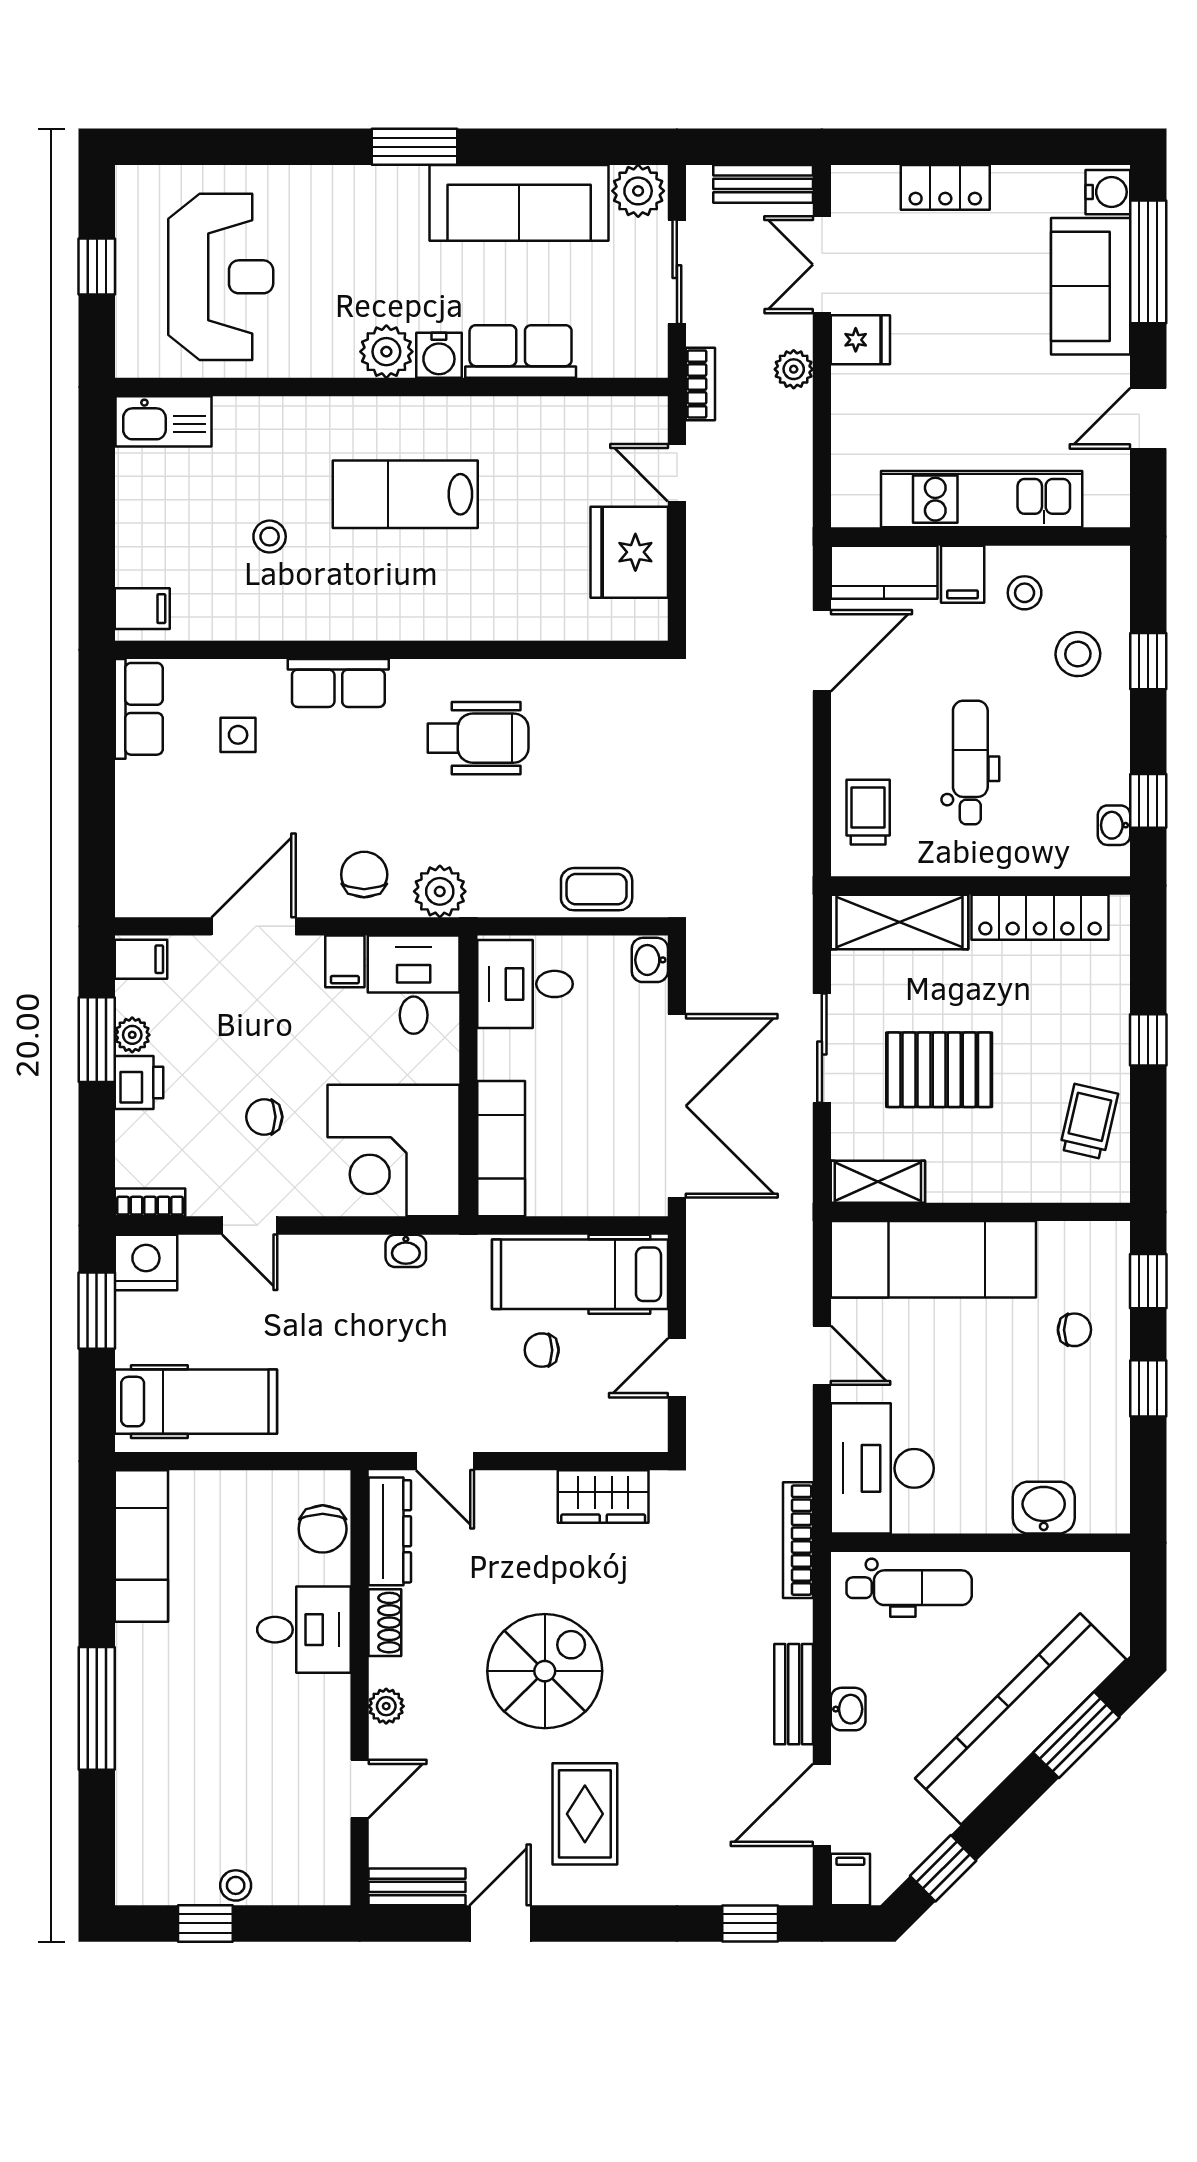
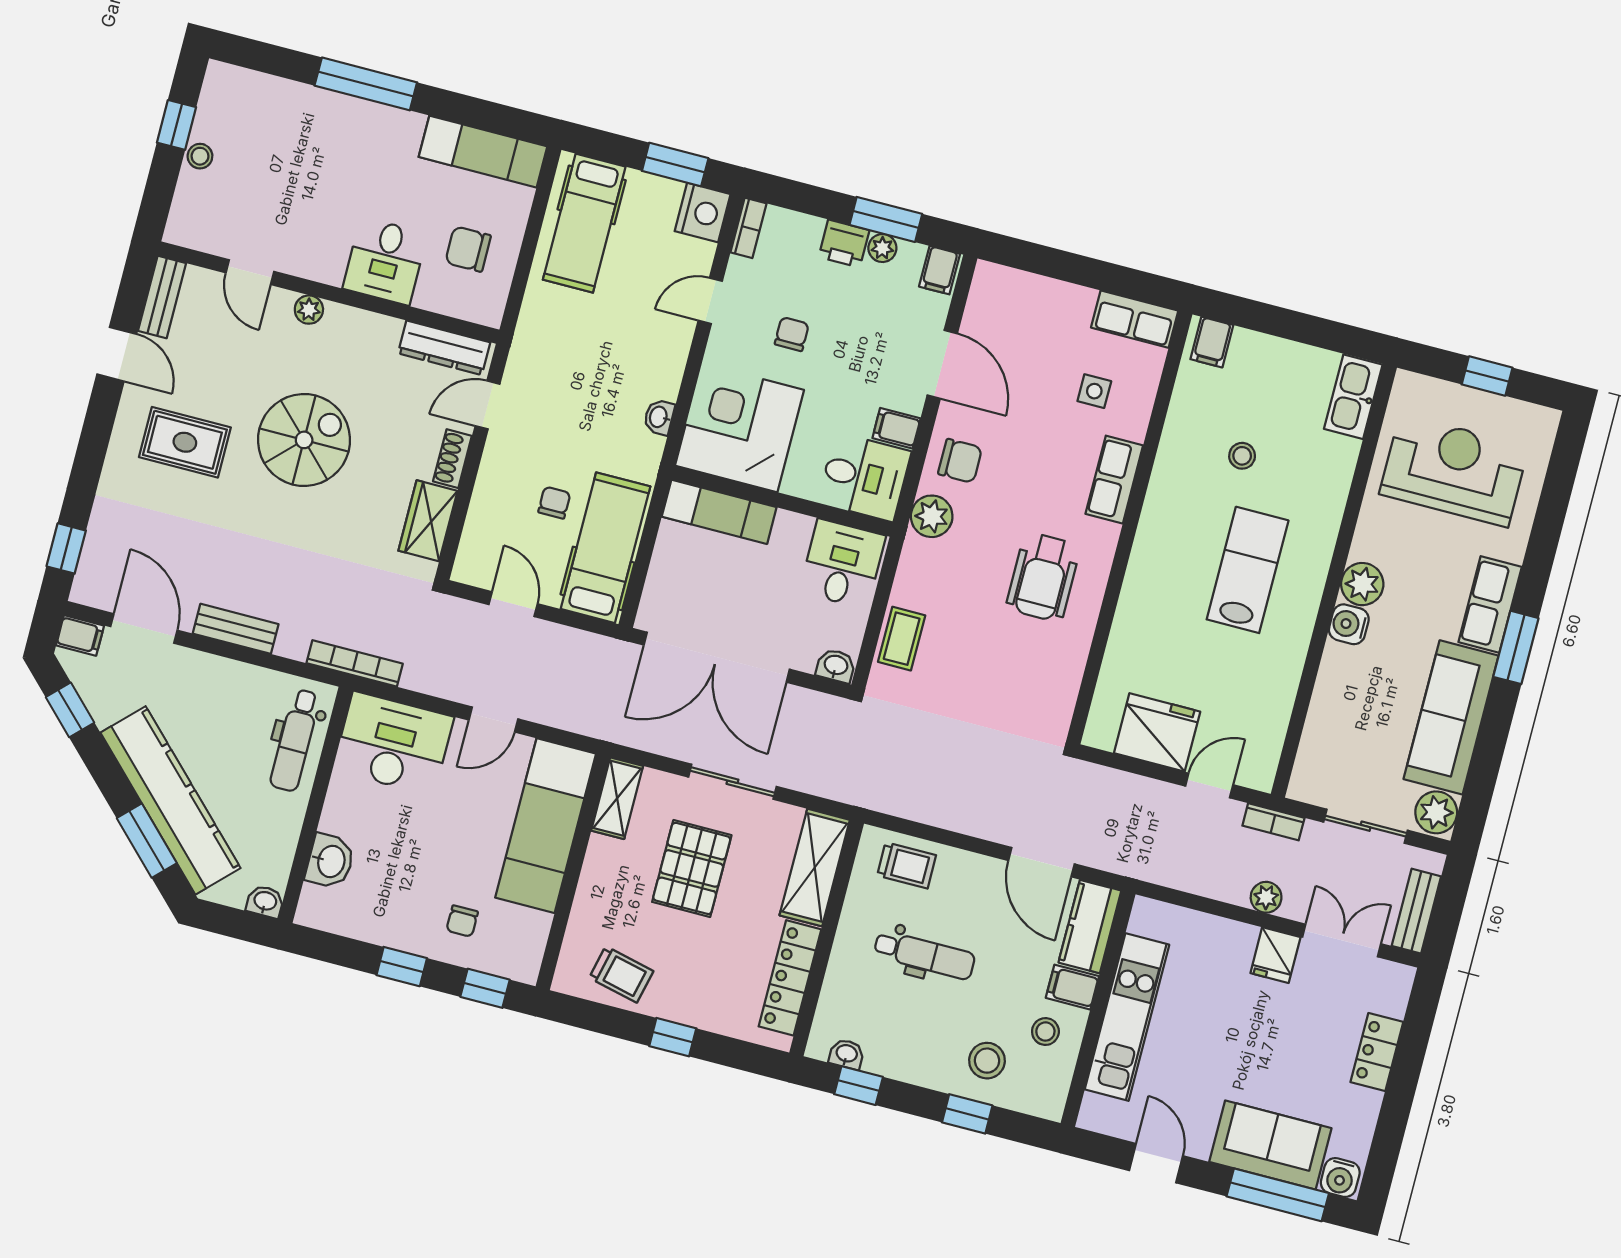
reception desk: (221, 277) -> (1454, 470), turned 180
row of seats: (521, 351) -> (1490, 604), moved, turned 180
chair: (323, 1529) -> (468, 249), moved
shoe rack: (385, 1623) -> (452, 459), moved, turned 90
spiral stairs: (545, 1671) -> (304, 440), turned -90
washbasin: (848, 1709) -> (265, 902), moved, turned 180

